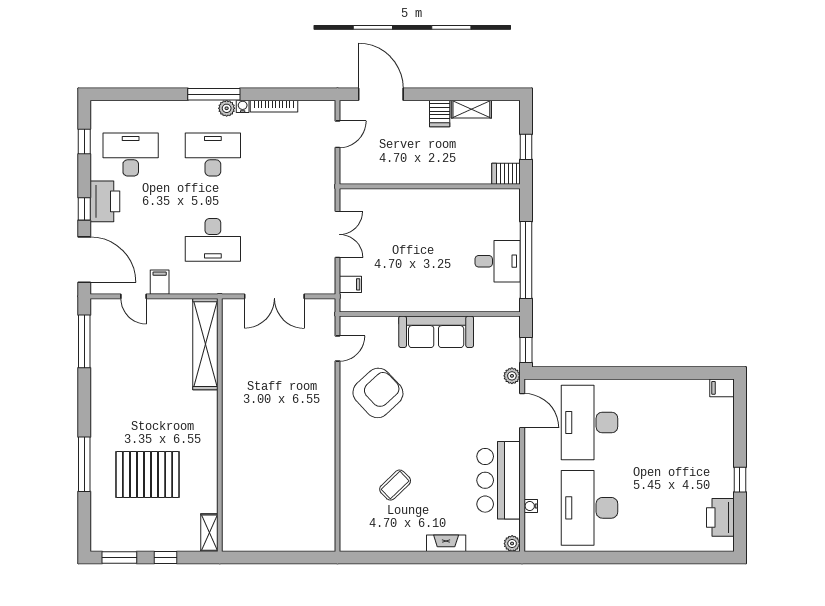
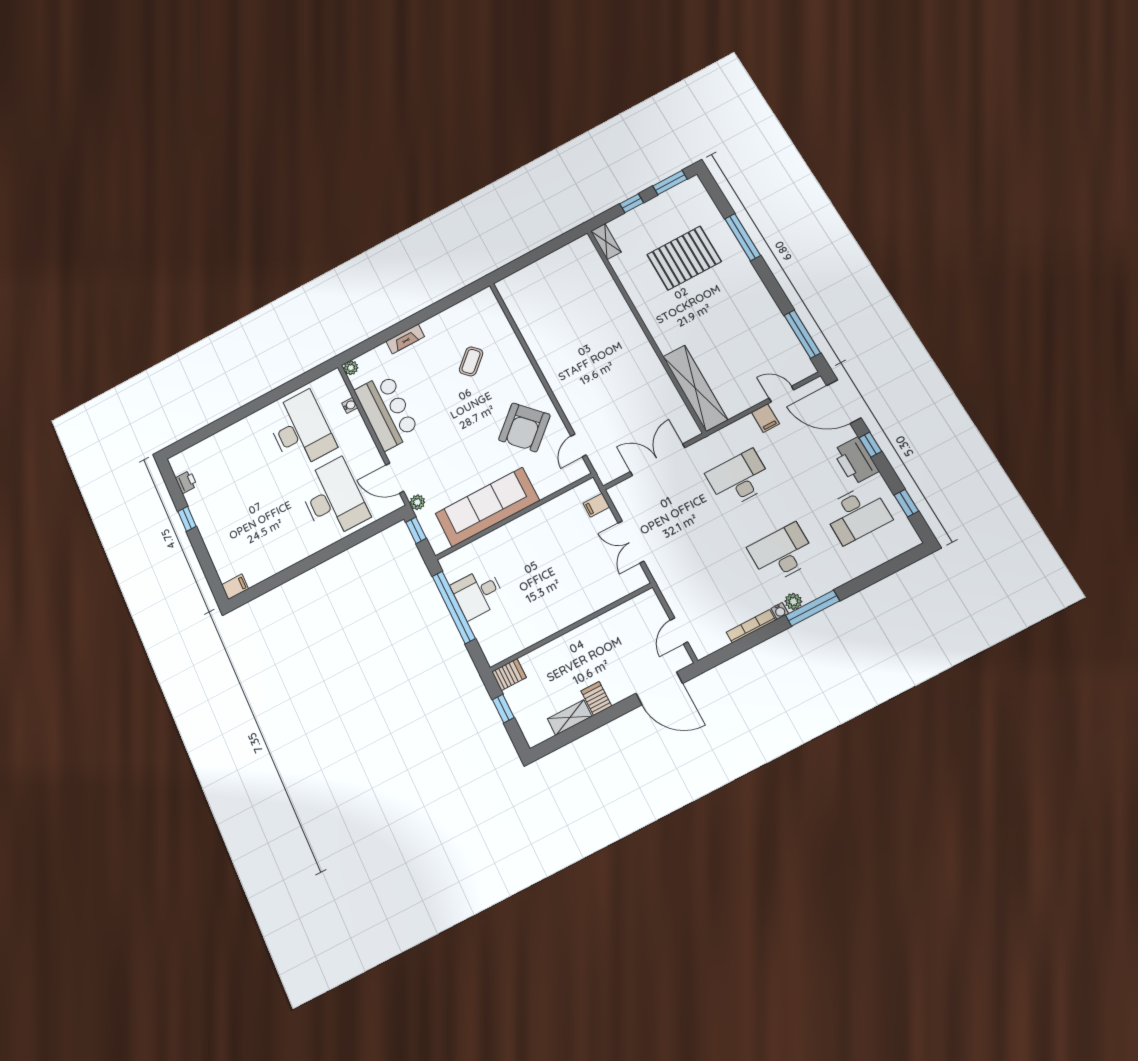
desk: (213, 155) -> (782, 553), turned 180
sofa: (436, 332) -> (487, 507), width x1.36, depth x1.27
printer: (720, 517) -> (186, 482), width x0.53, depth x0.68

